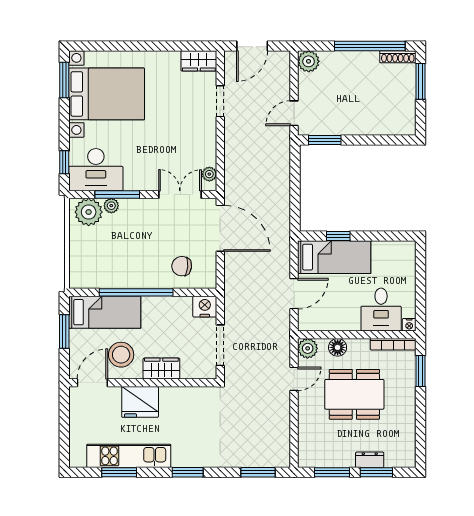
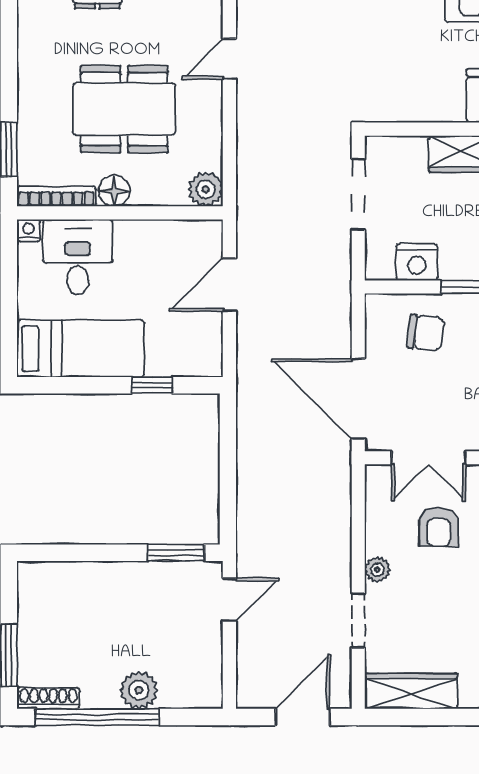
wardrobe: (199, 61) -> (411, 691), width x1.50
plant: (309, 61) -> (139, 690), moved
armchair: (174, 155) -> (439, 527), added
plant: (209, 174) -> (377, 570), moved
bed: (334, 257) -> (81, 349), moved, turned 180
nightstand: (205, 307) -> (417, 262), moved
floor lamp: (338, 347) -> (114, 191), moved
door: (294, 379) -> (229, 59), moved

